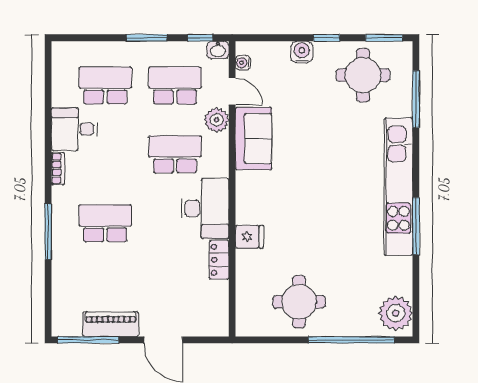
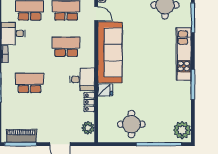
plant: (217, 120) -> (88, 128), moved
sofa: (254, 139) -> (110, 52), width x1.85, depth x1.27
kitchen unit: (398, 187) -> (184, 54), width x0.73
desk: (205, 209) -> (82, 79), width x0.73
piano: (111, 324) -> (21, 136), moved

